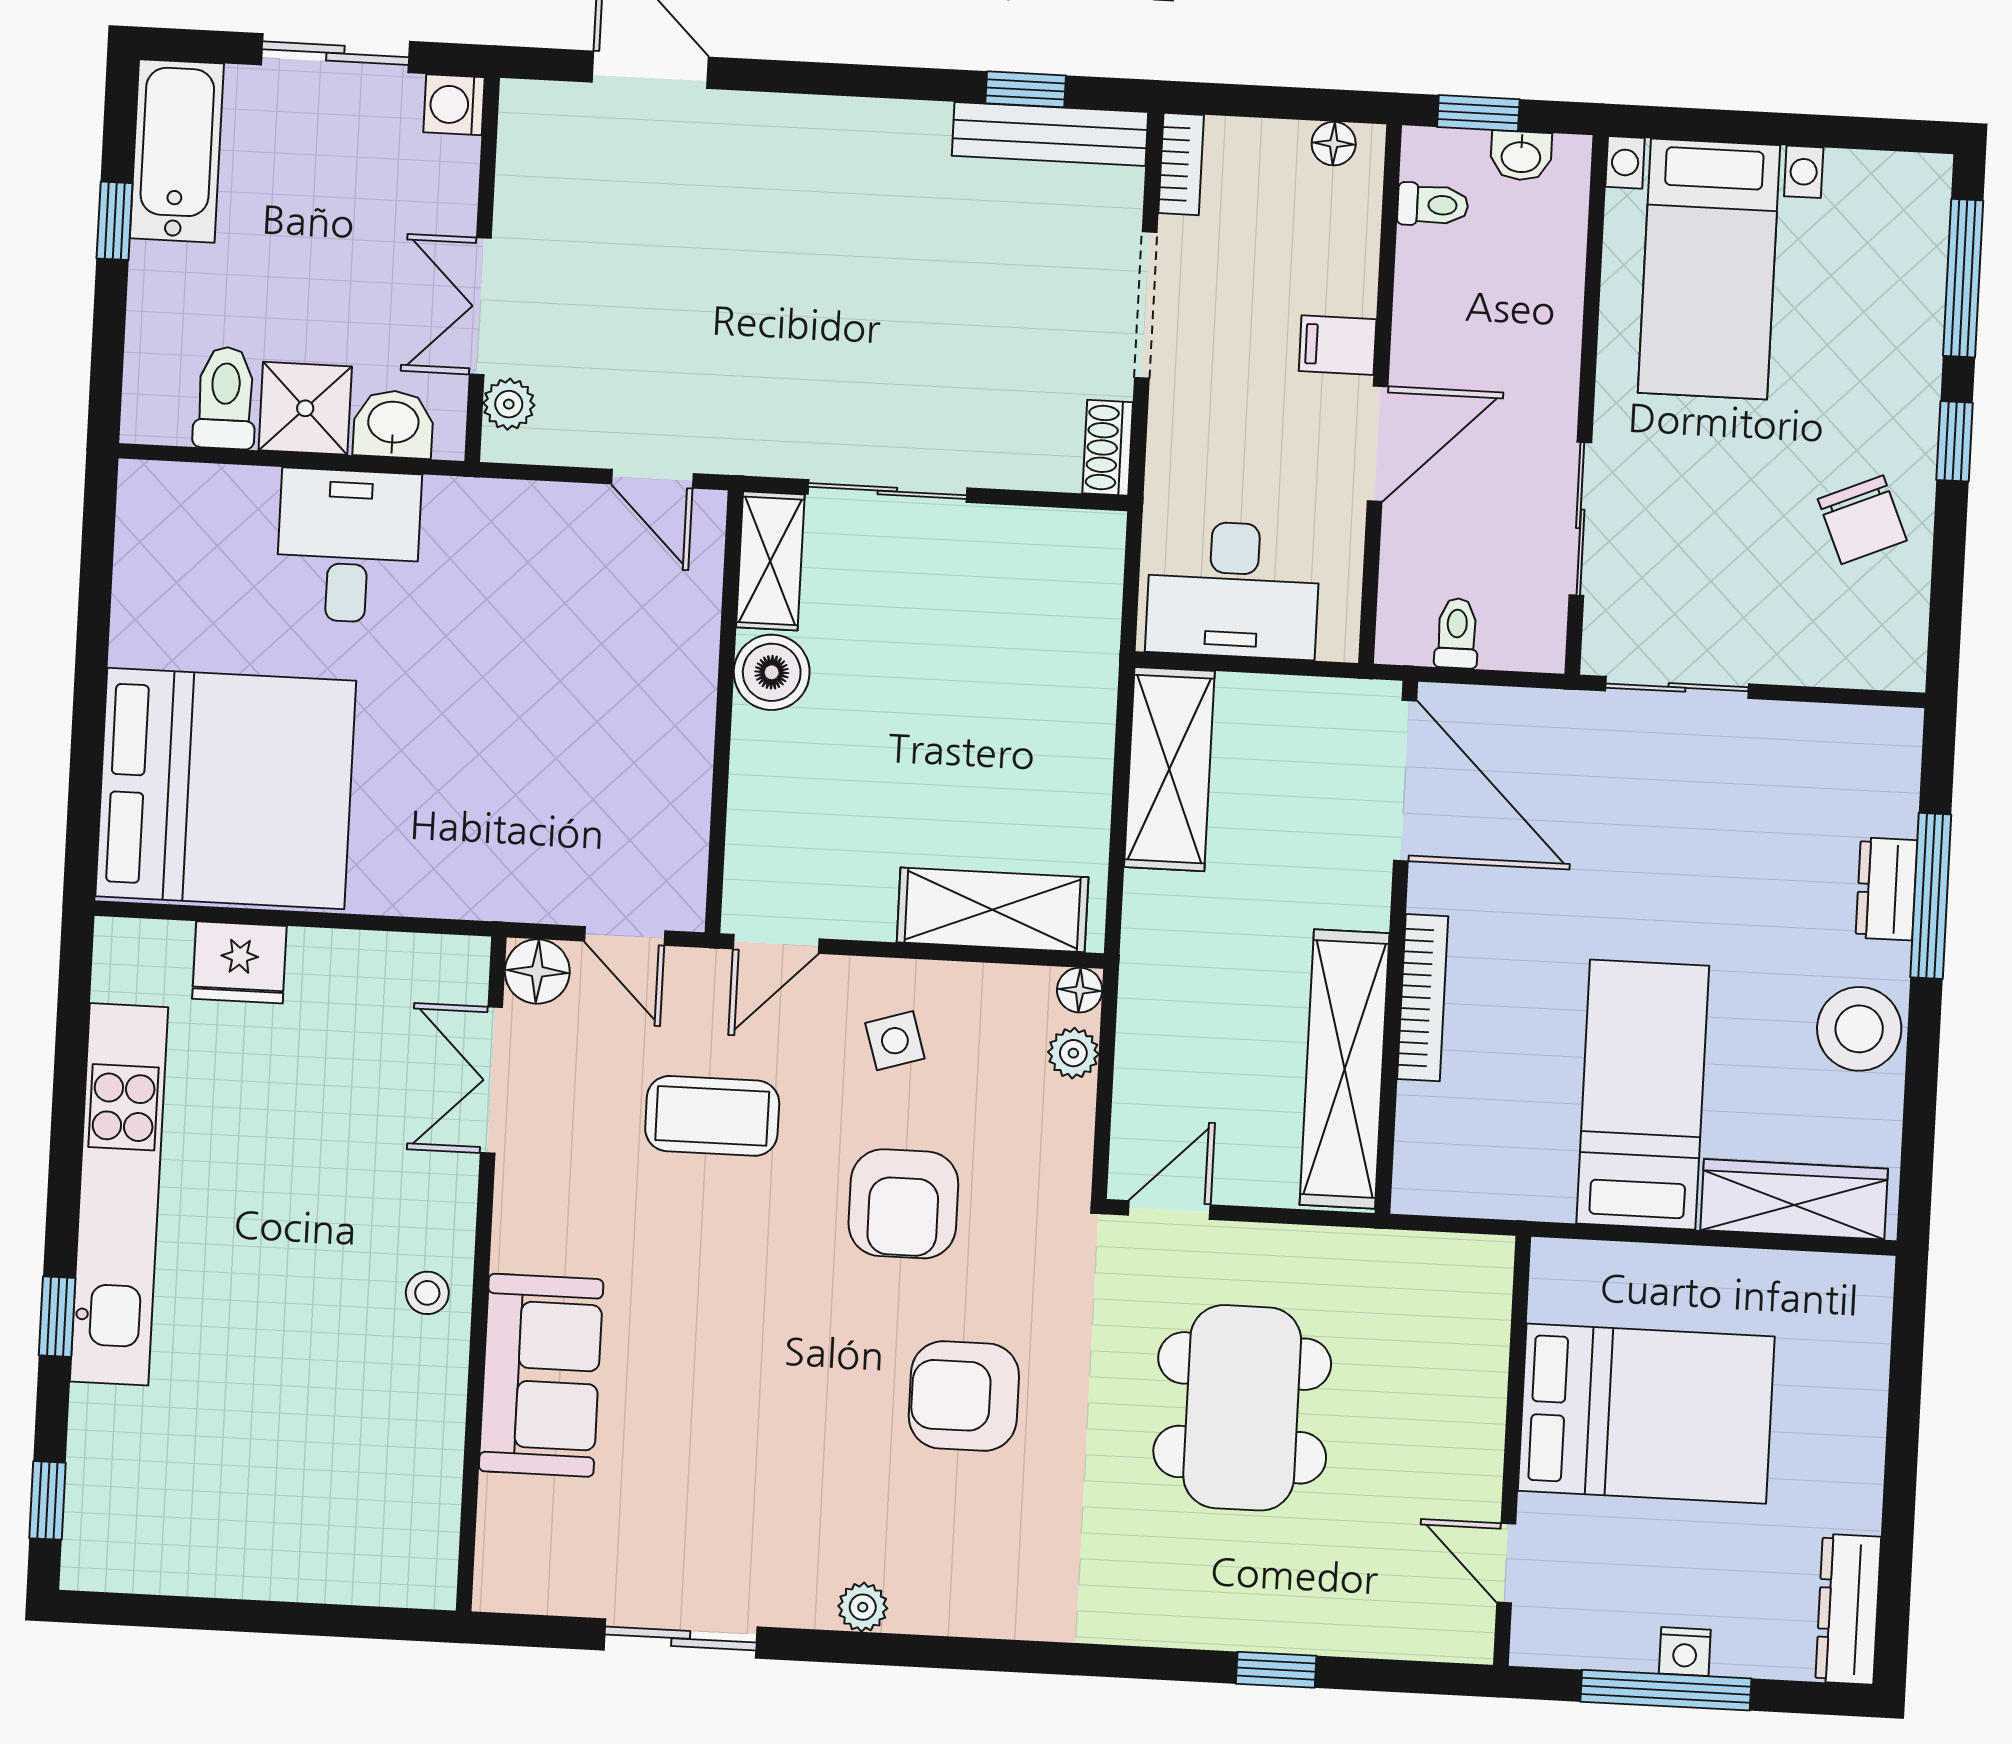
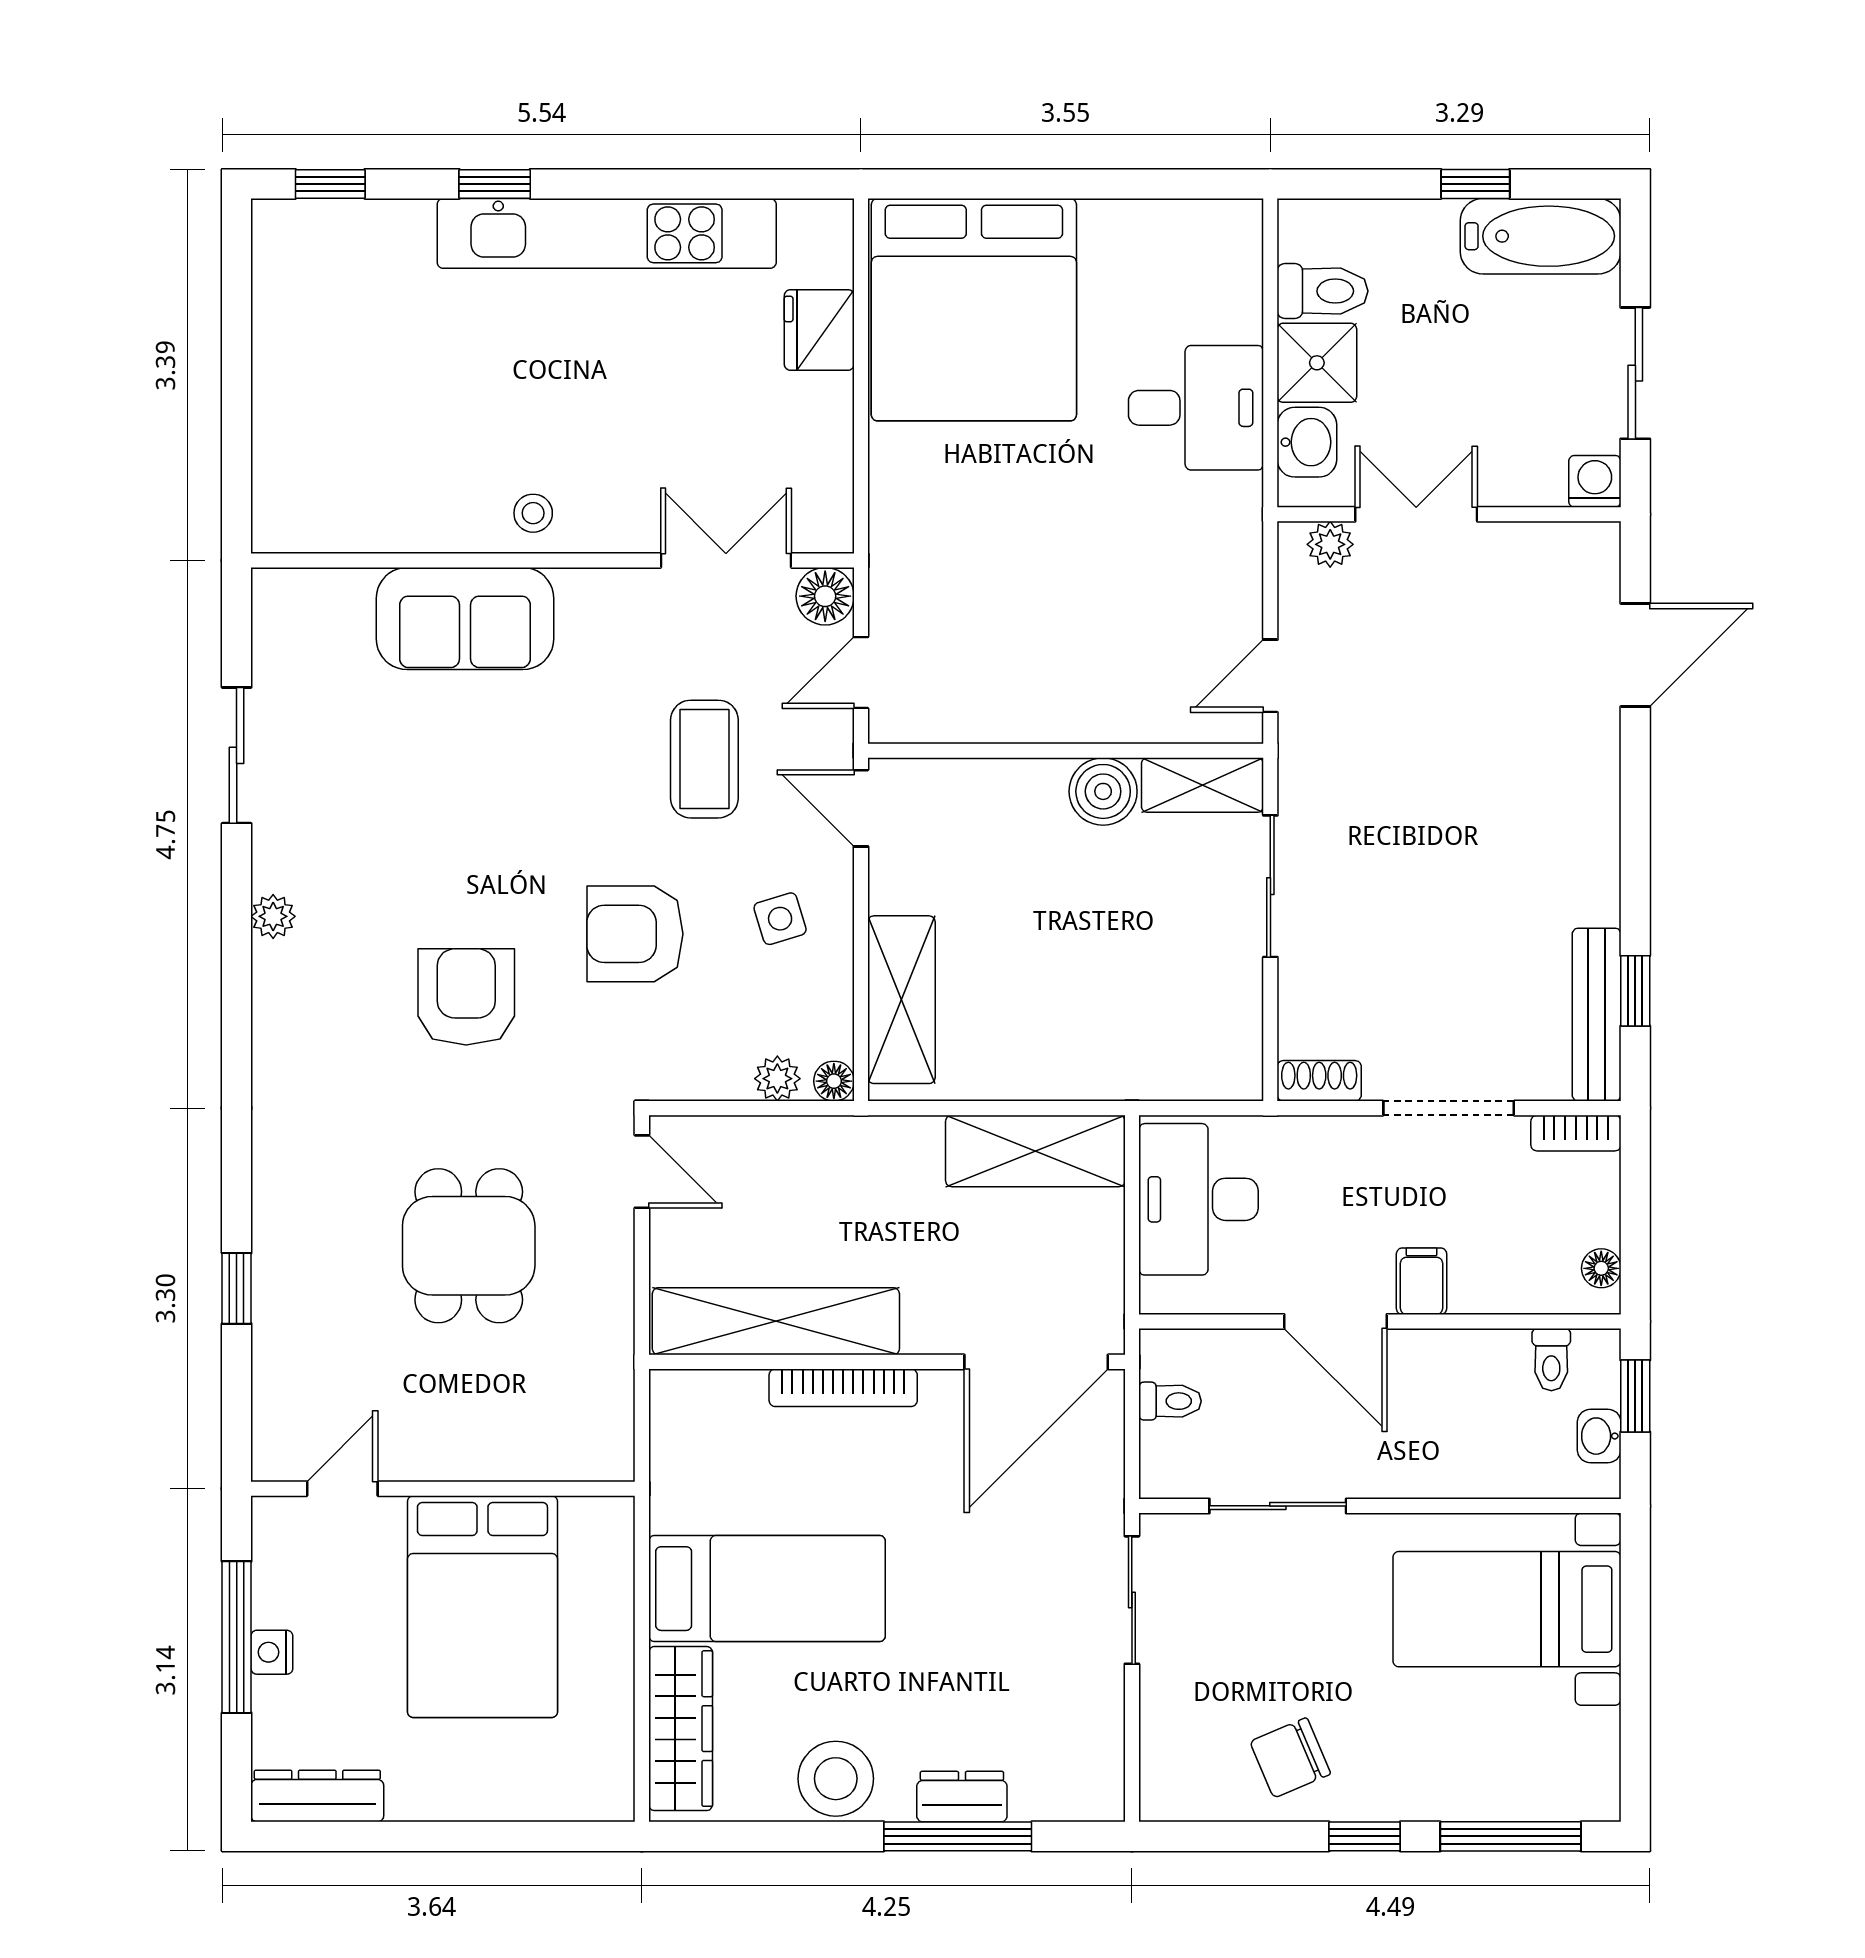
dining table: (1242, 1408) -> (469, 1246), width x0.73

